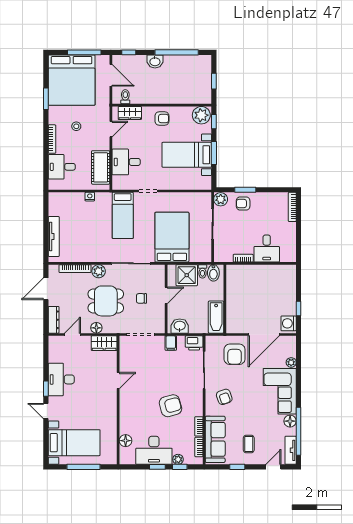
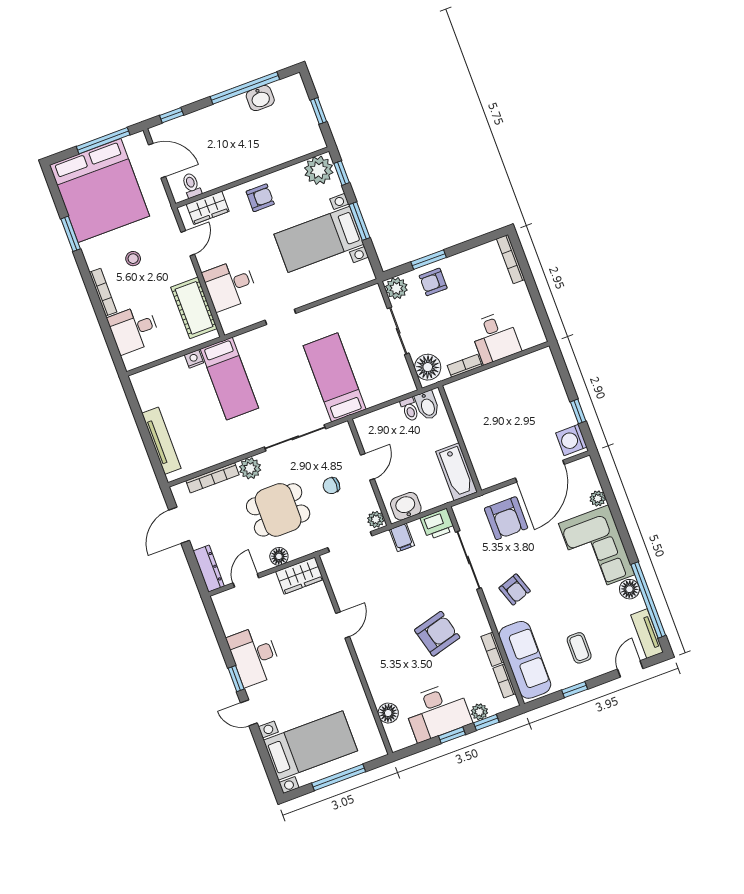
washbasin: (155, 61) -> (260, 98), moved
bed: (123, 215) -> (229, 378), moved
bed: (172, 237) -> (335, 377), width x0.67
floor lamp: (222, 251) -> (428, 367), added
shower: (187, 275) -> (388, 424), removed
plant: (160, 327) -> (376, 519), added

